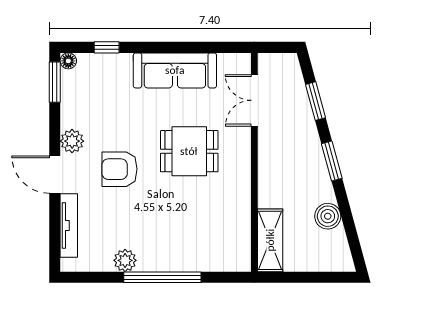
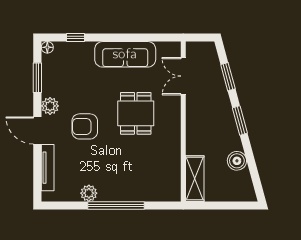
window: (55, 82) -> (37, 78), moved
dining table: (189, 151) -> (136, 113), turned 90

